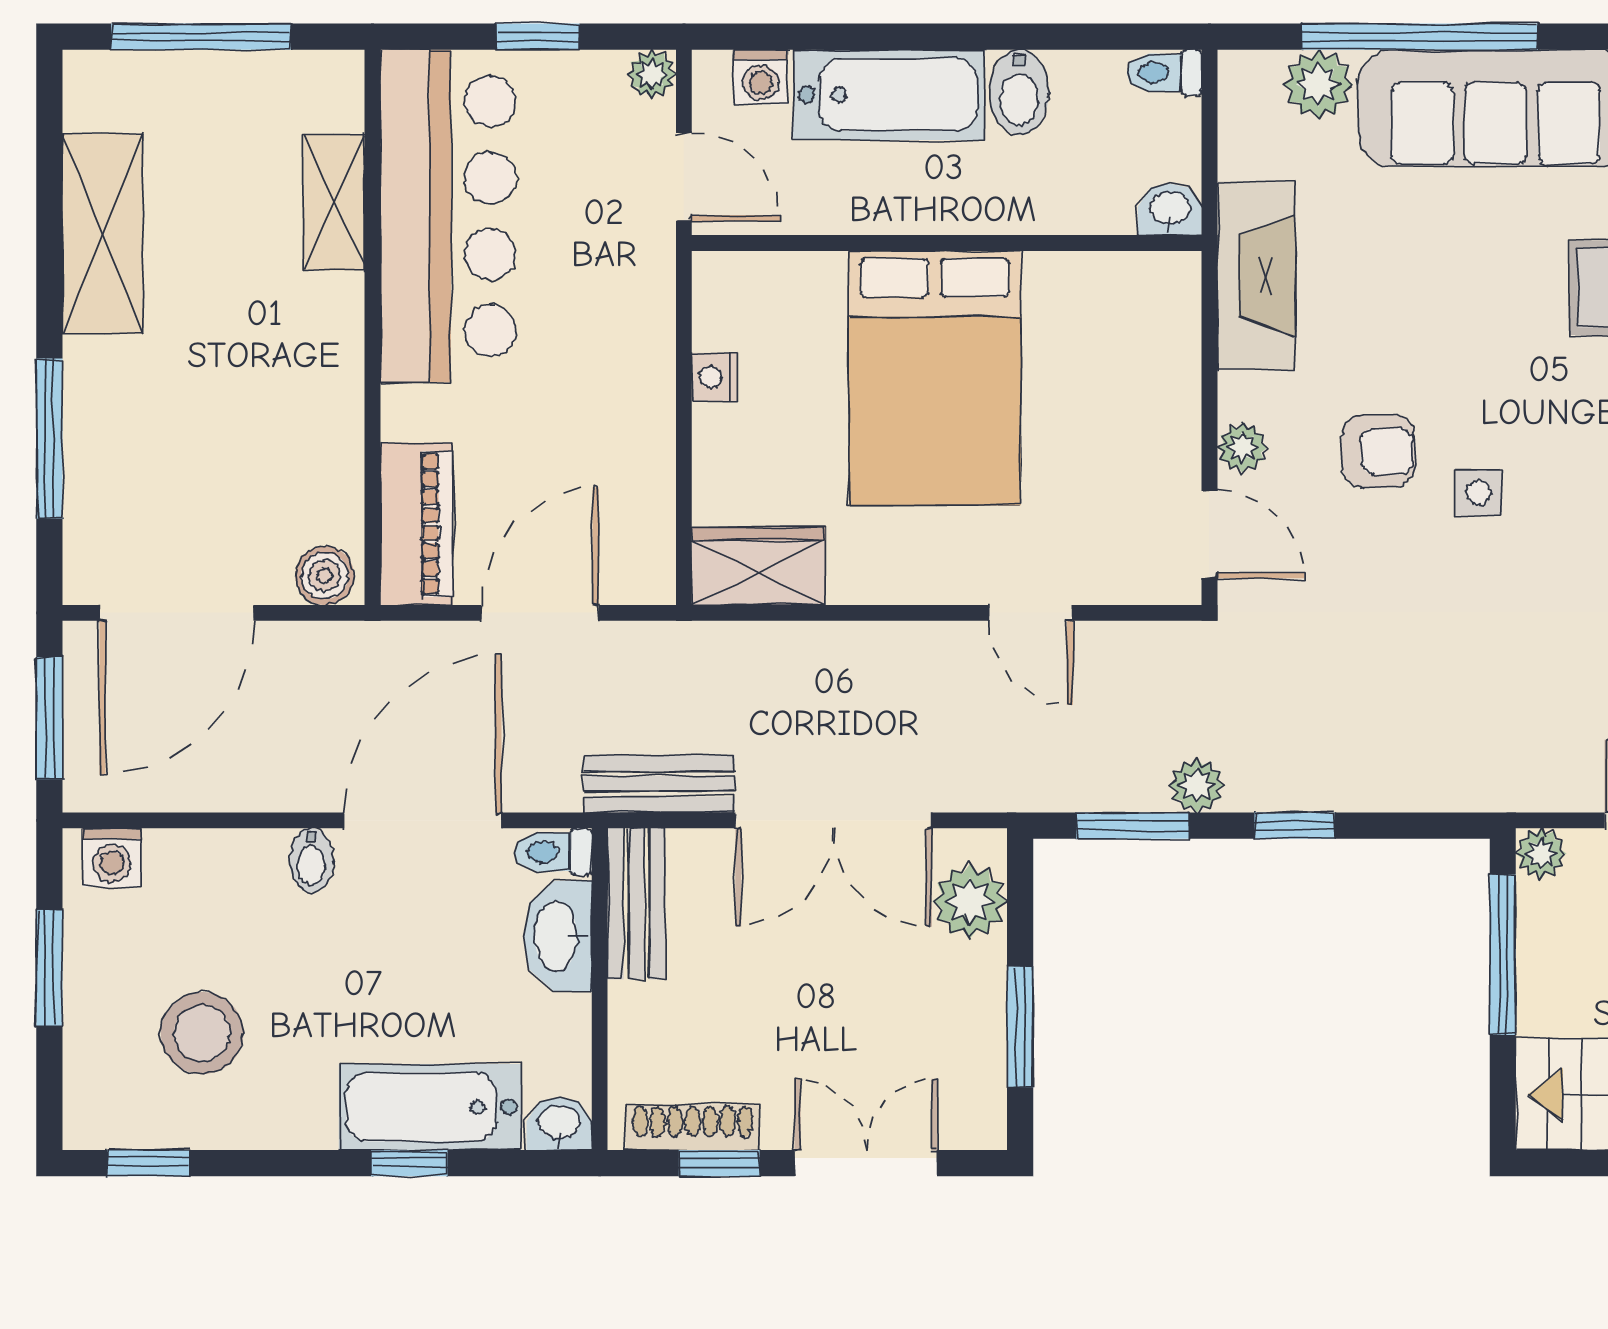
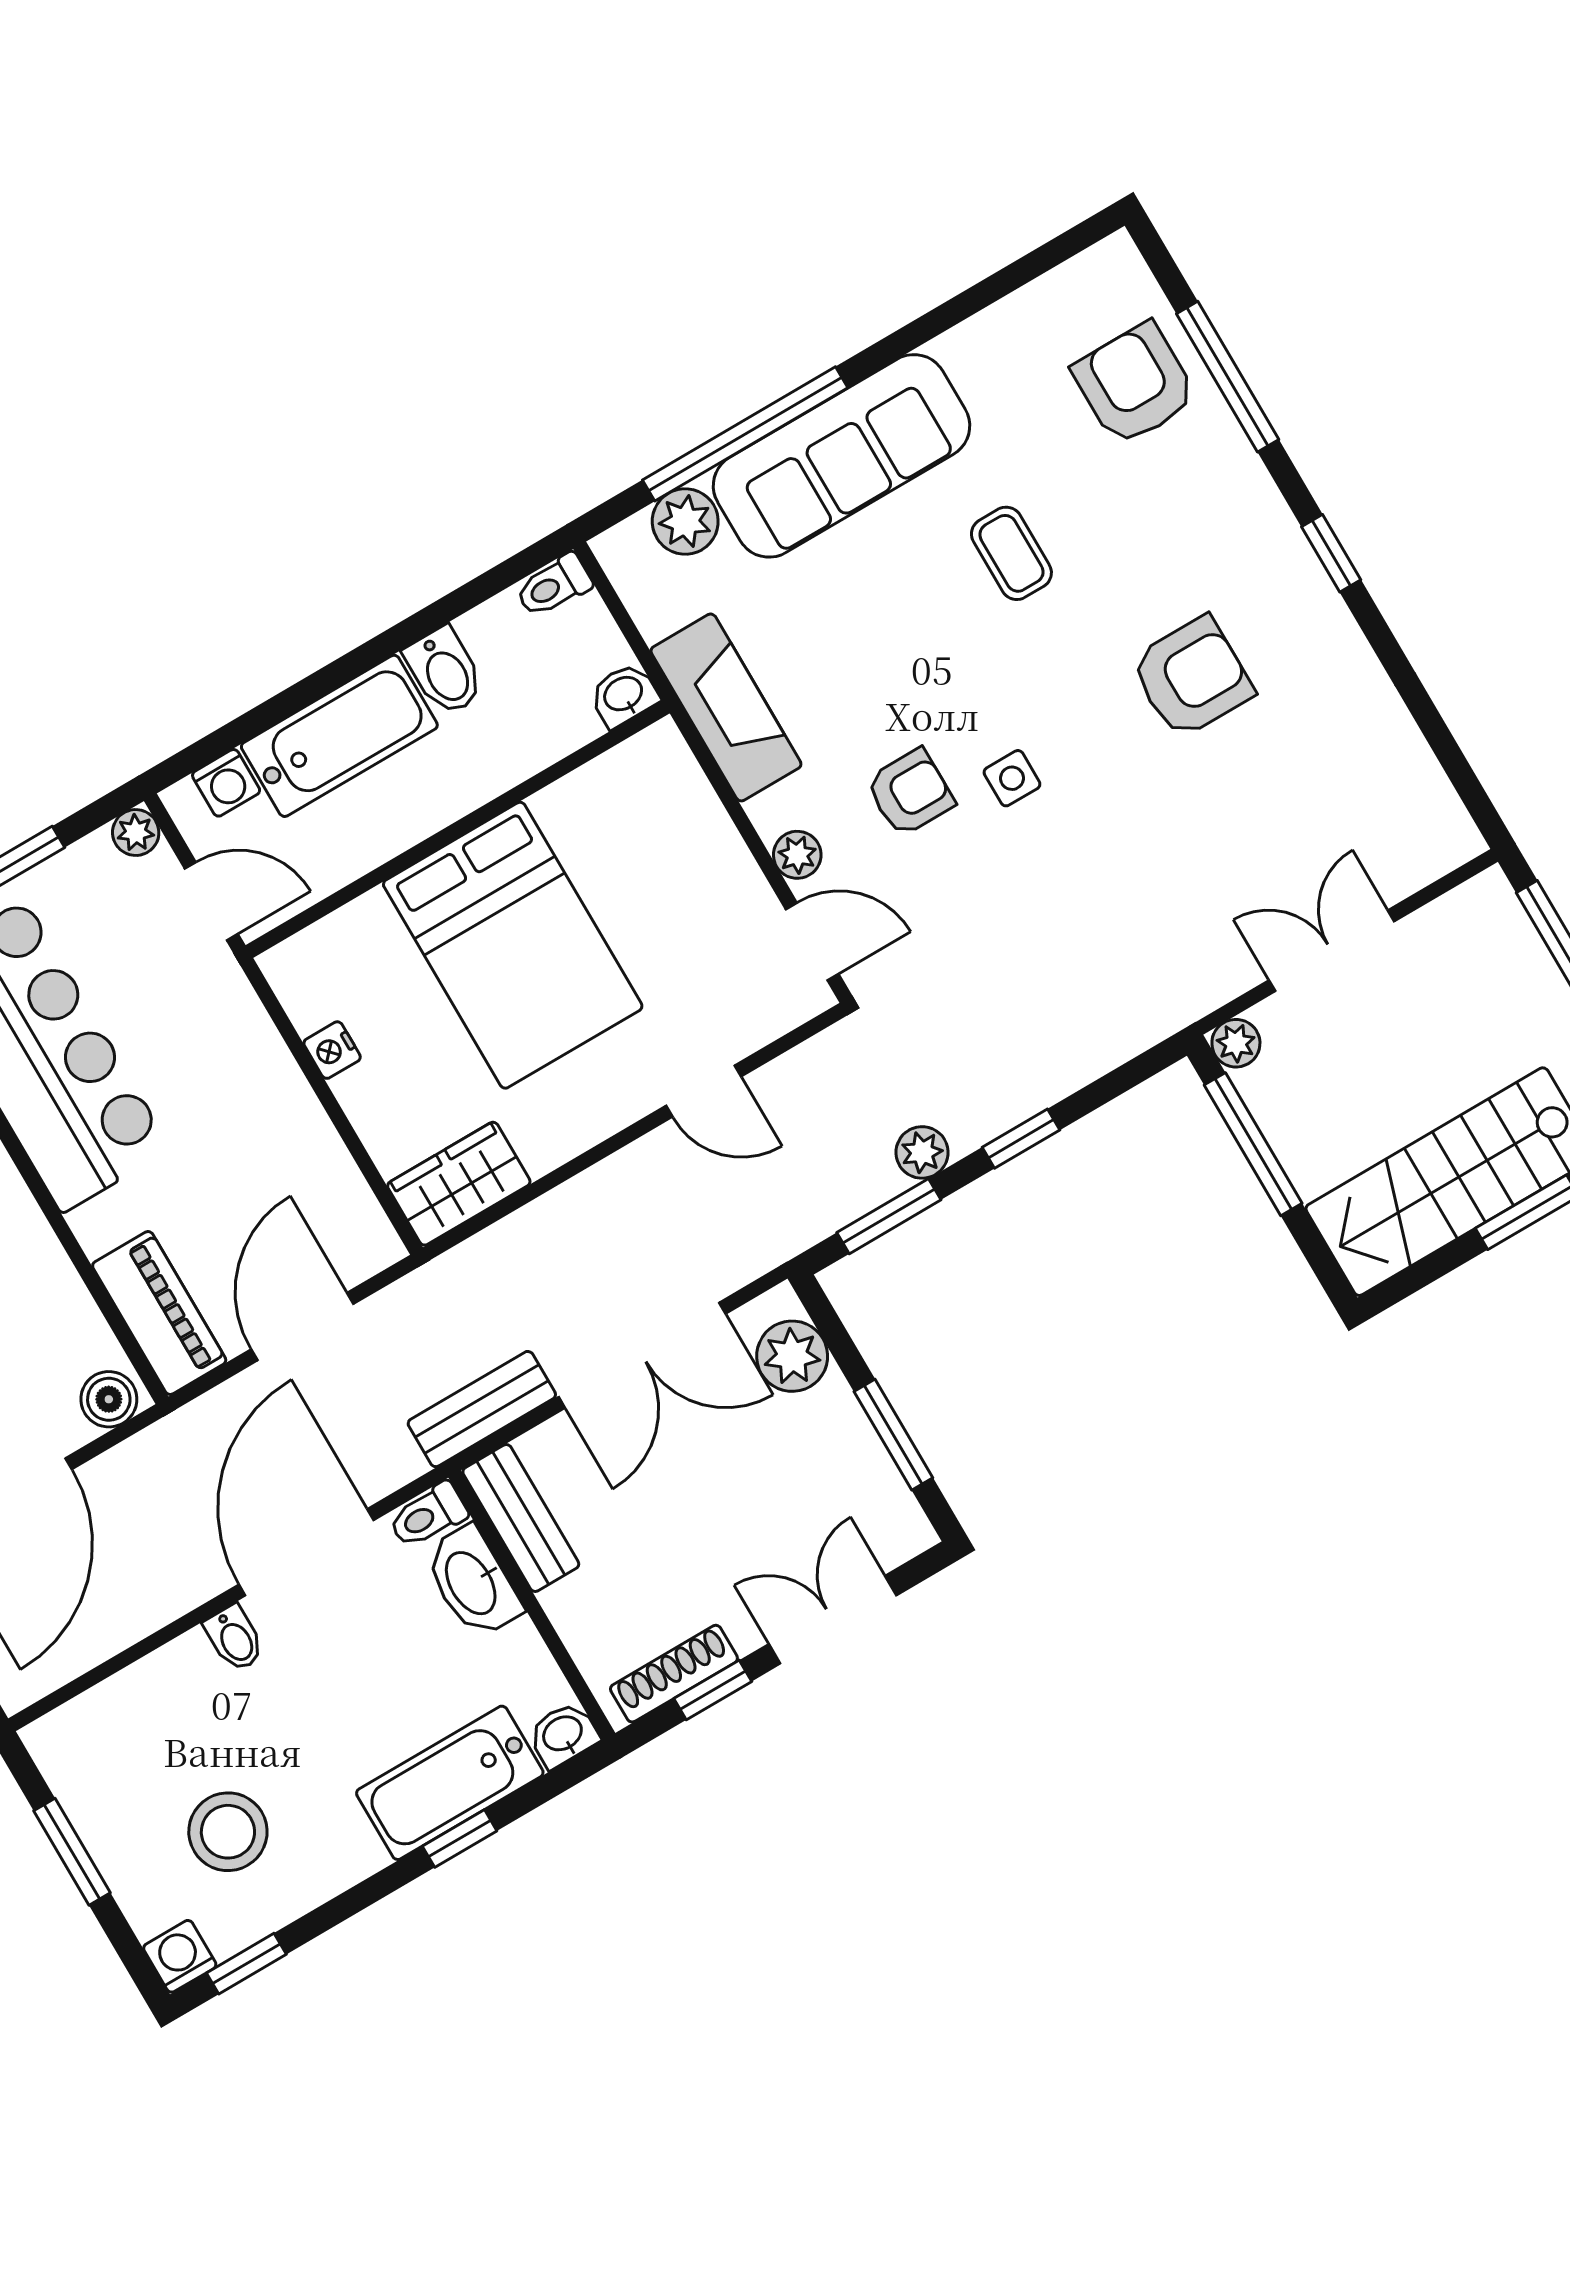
washing machine: (112, 858) -> (180, 1956), moved, turned 180

